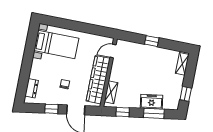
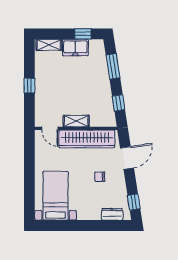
shelving: (111, 92) -> (76, 121), moved
freezer: (152, 102) -> (75, 47), moved, turned -81
window: (51, 109) -> (134, 202), moved

